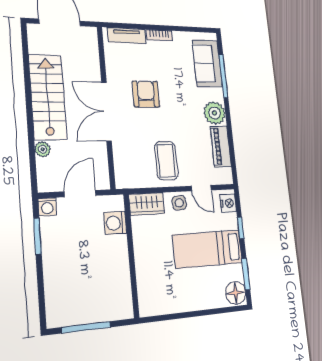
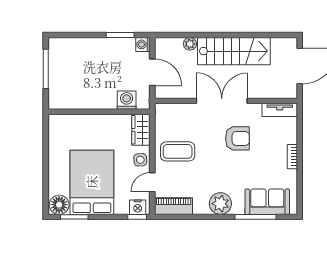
tv unit: (127, 36) -> (280, 110), moved, turned -90
piano: (221, 146) -> (174, 206), moved
window: (241, 228) -> (137, 217), moved
bed: (208, 249) -> (92, 182), width x1.50

